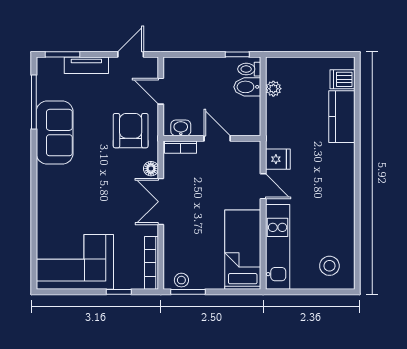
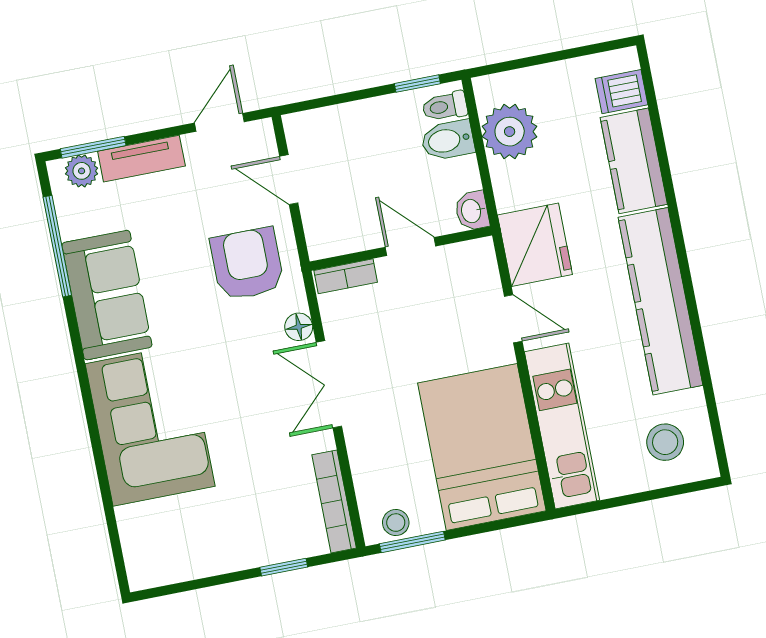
plant: (54, 66) -> (82, 171), added
plant: (273, 89) -> (510, 132), width x1.88, depth x1.88
washbasin: (181, 128) -> (472, 211), moved, turned -90
fridge: (278, 159) -> (535, 245), width x1.88, depth x1.34
kitchen counter: (341, 192) -> (660, 301), added
bed: (243, 250) -> (482, 447), width x1.50
corner sofa: (75, 262) -> (150, 425), moved, turned 90

